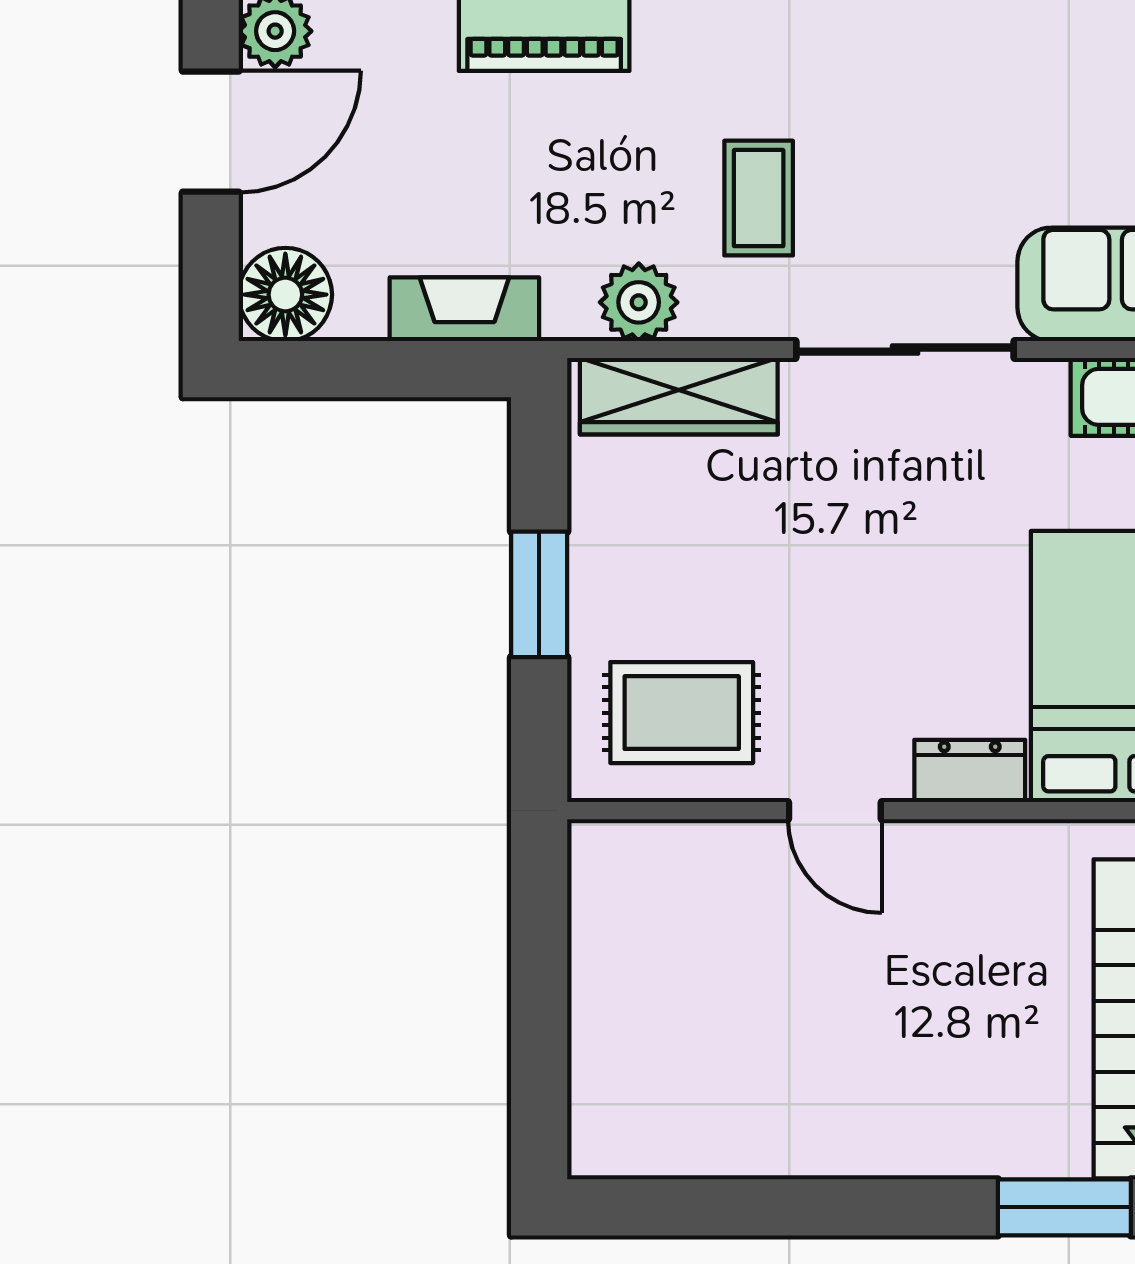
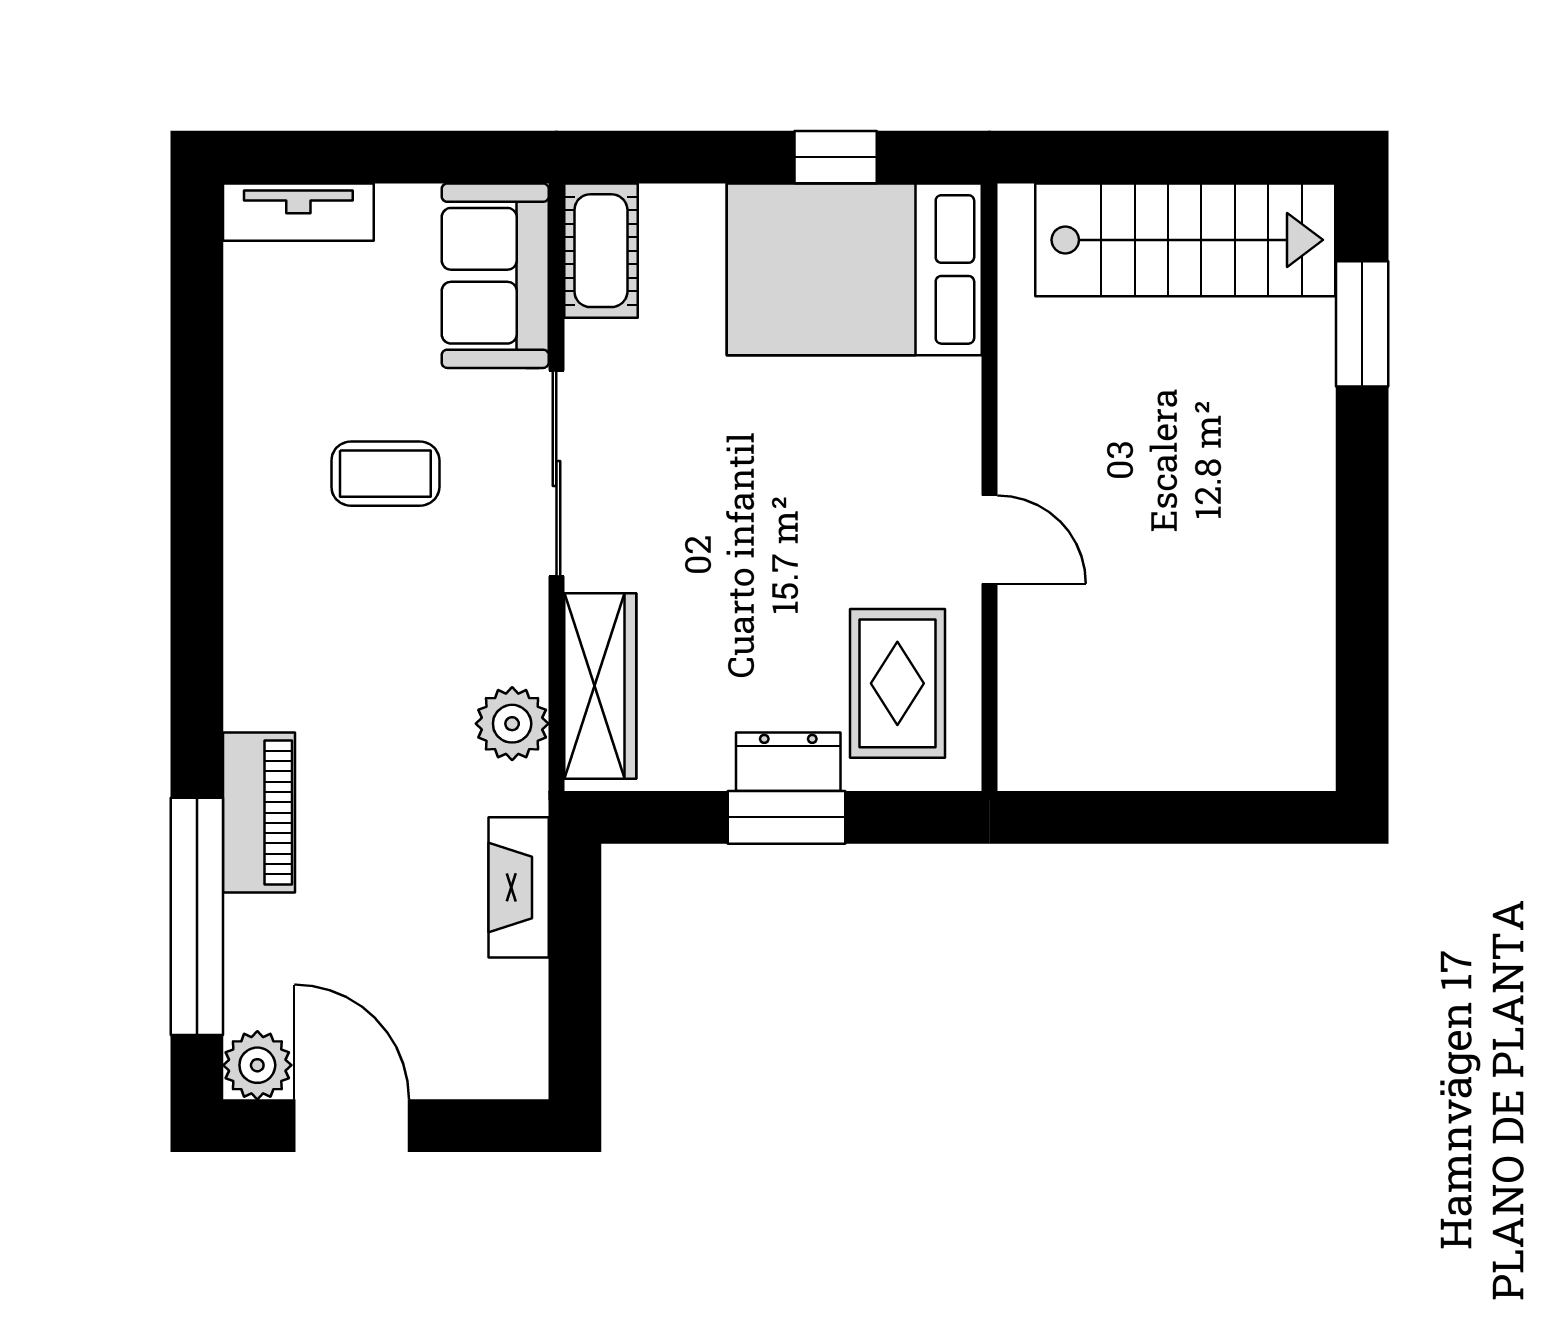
coffee table: (759, 198) -> (385, 474), moved
floor lamp: (285, 295) -> (505, 1056), removed
dresser: (970, 771) -> (788, 762), moved, turned 90
door: (835, 811) -> (990, 539), hinge flipped

